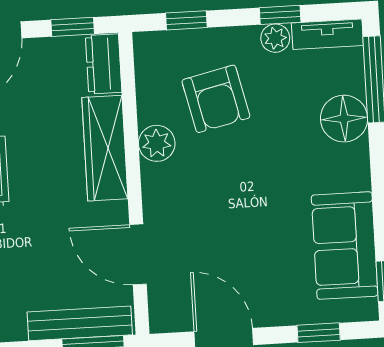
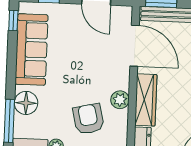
sofa: (345, 246) -> (32, 49), width x1.36
door: (138, 254) -> (135, 46), width x1.36

